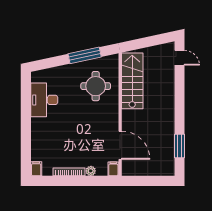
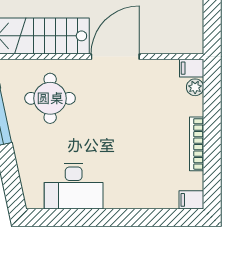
door: (120, 145) -> (115, 57), moved
plant: (91, 171) -> (195, 87), moved

